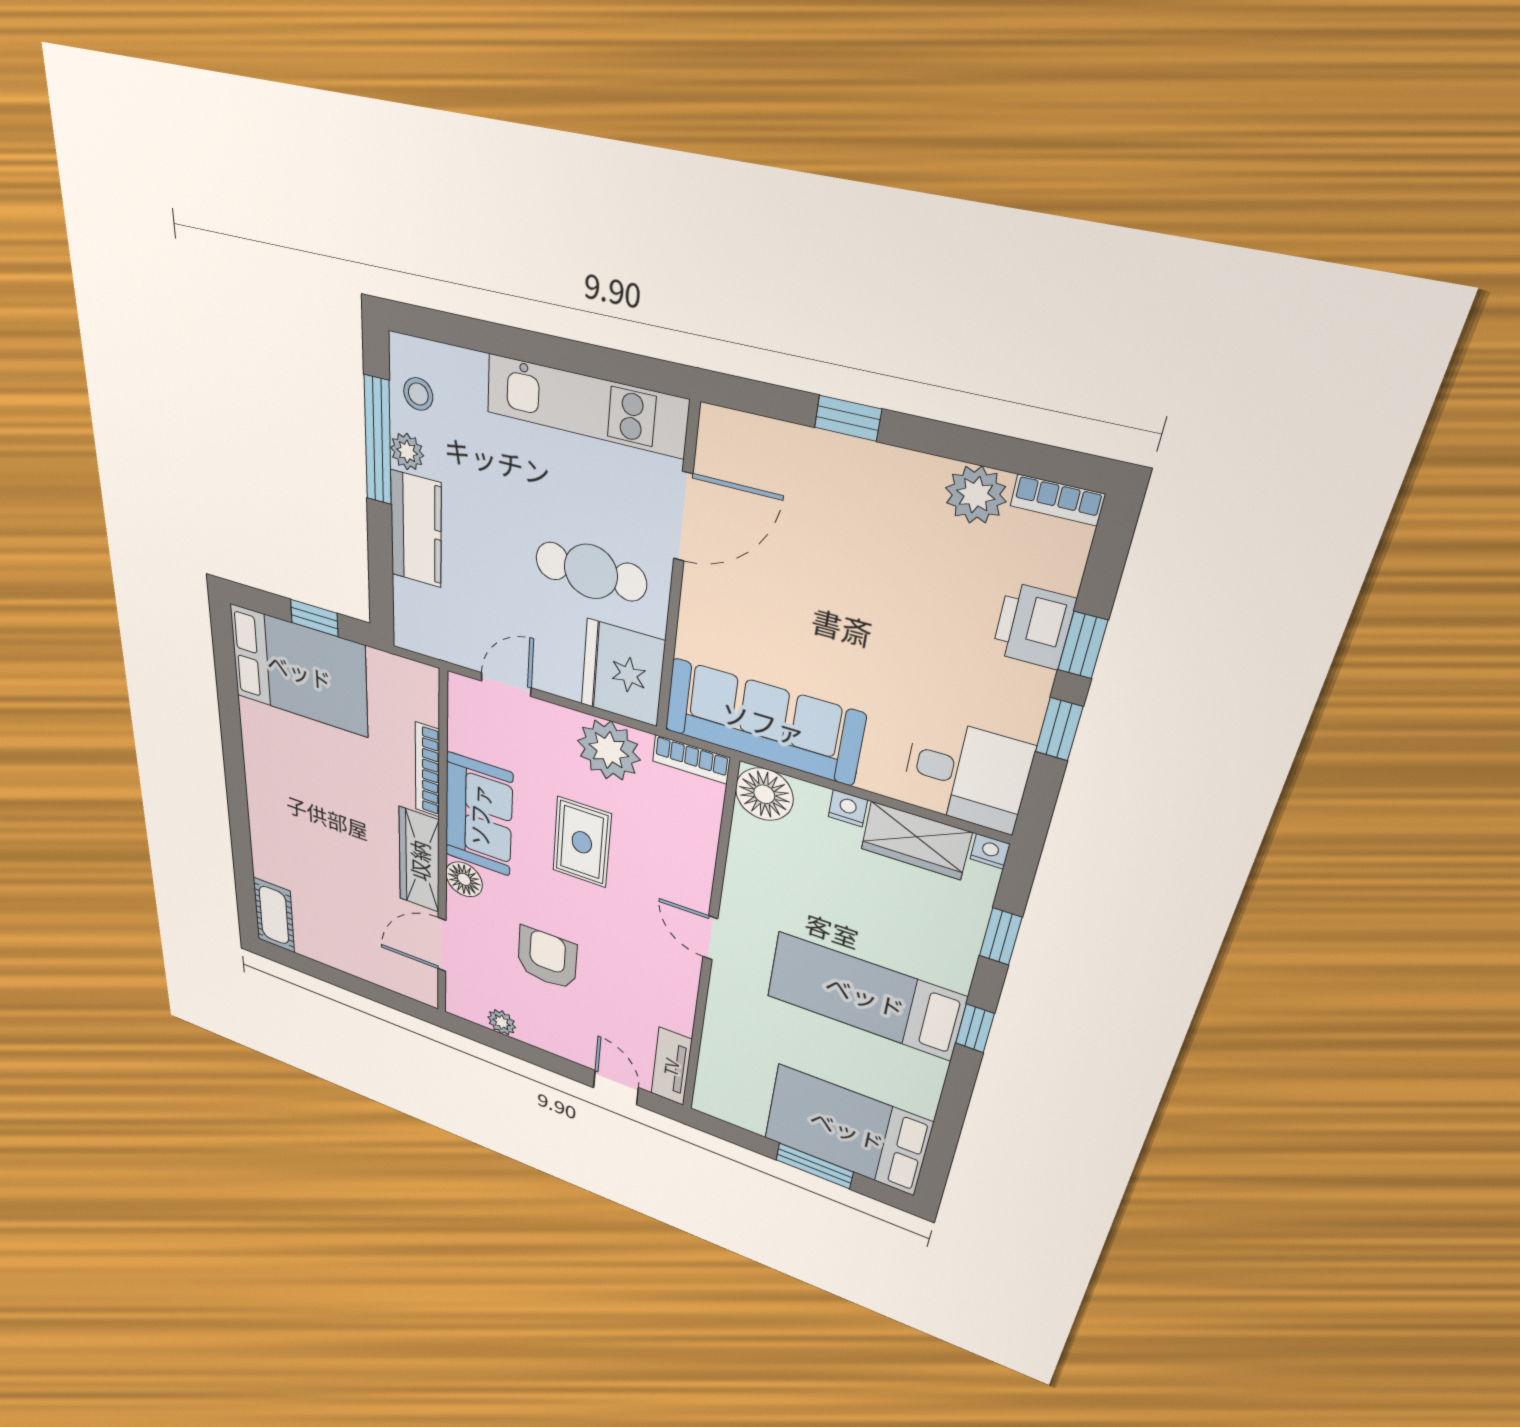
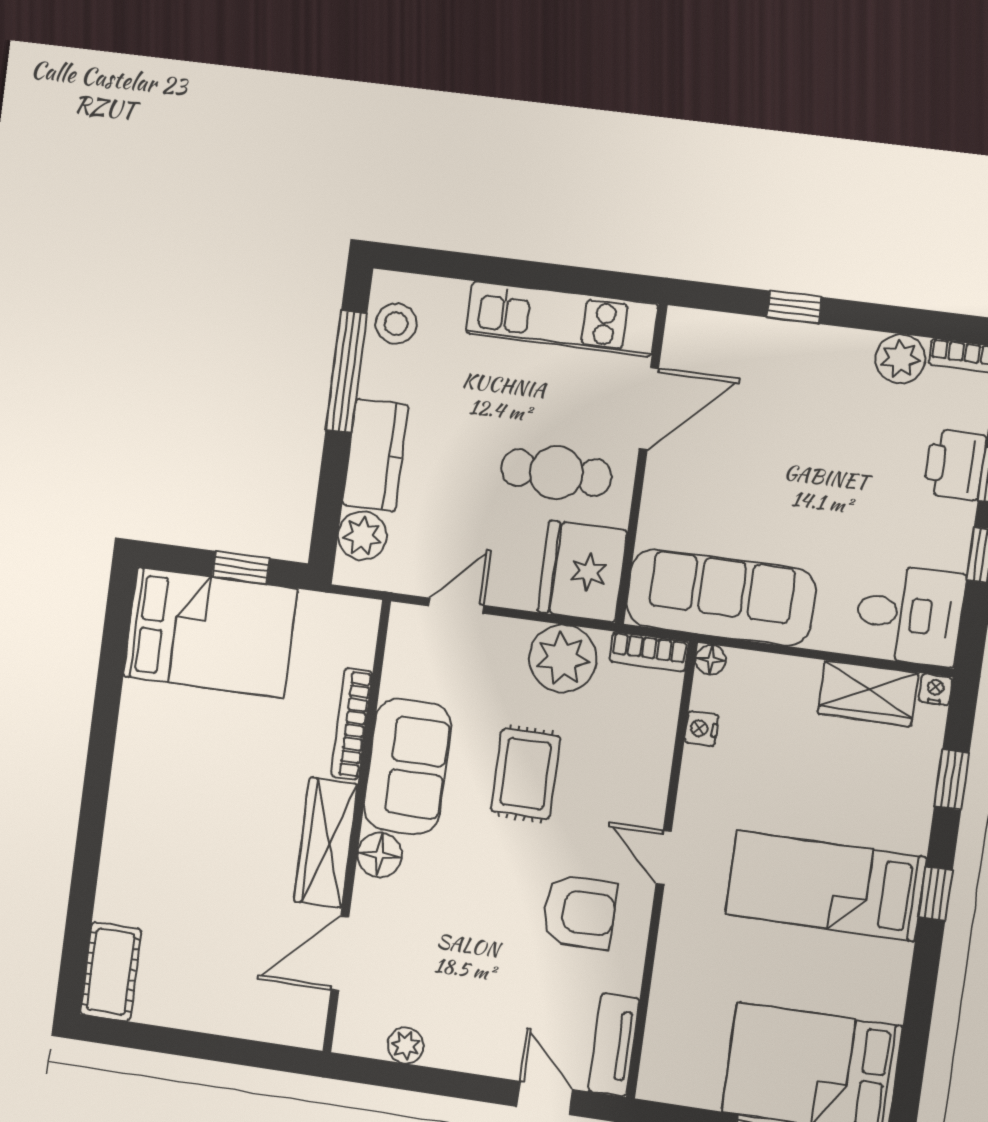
stool: (418, 394) -> (396, 324), width x1.37, depth x1.37
plant: (407, 452) -> (362, 536), moved, width x1.38, depth x1.38
floor lamp: (764, 794) -> (711, 660), width x0.53, depth x0.53
nightstand: (848, 808) -> (701, 729), moved, turned -90
armchair: (547, 958) -> (579, 912), moved, turned 90

